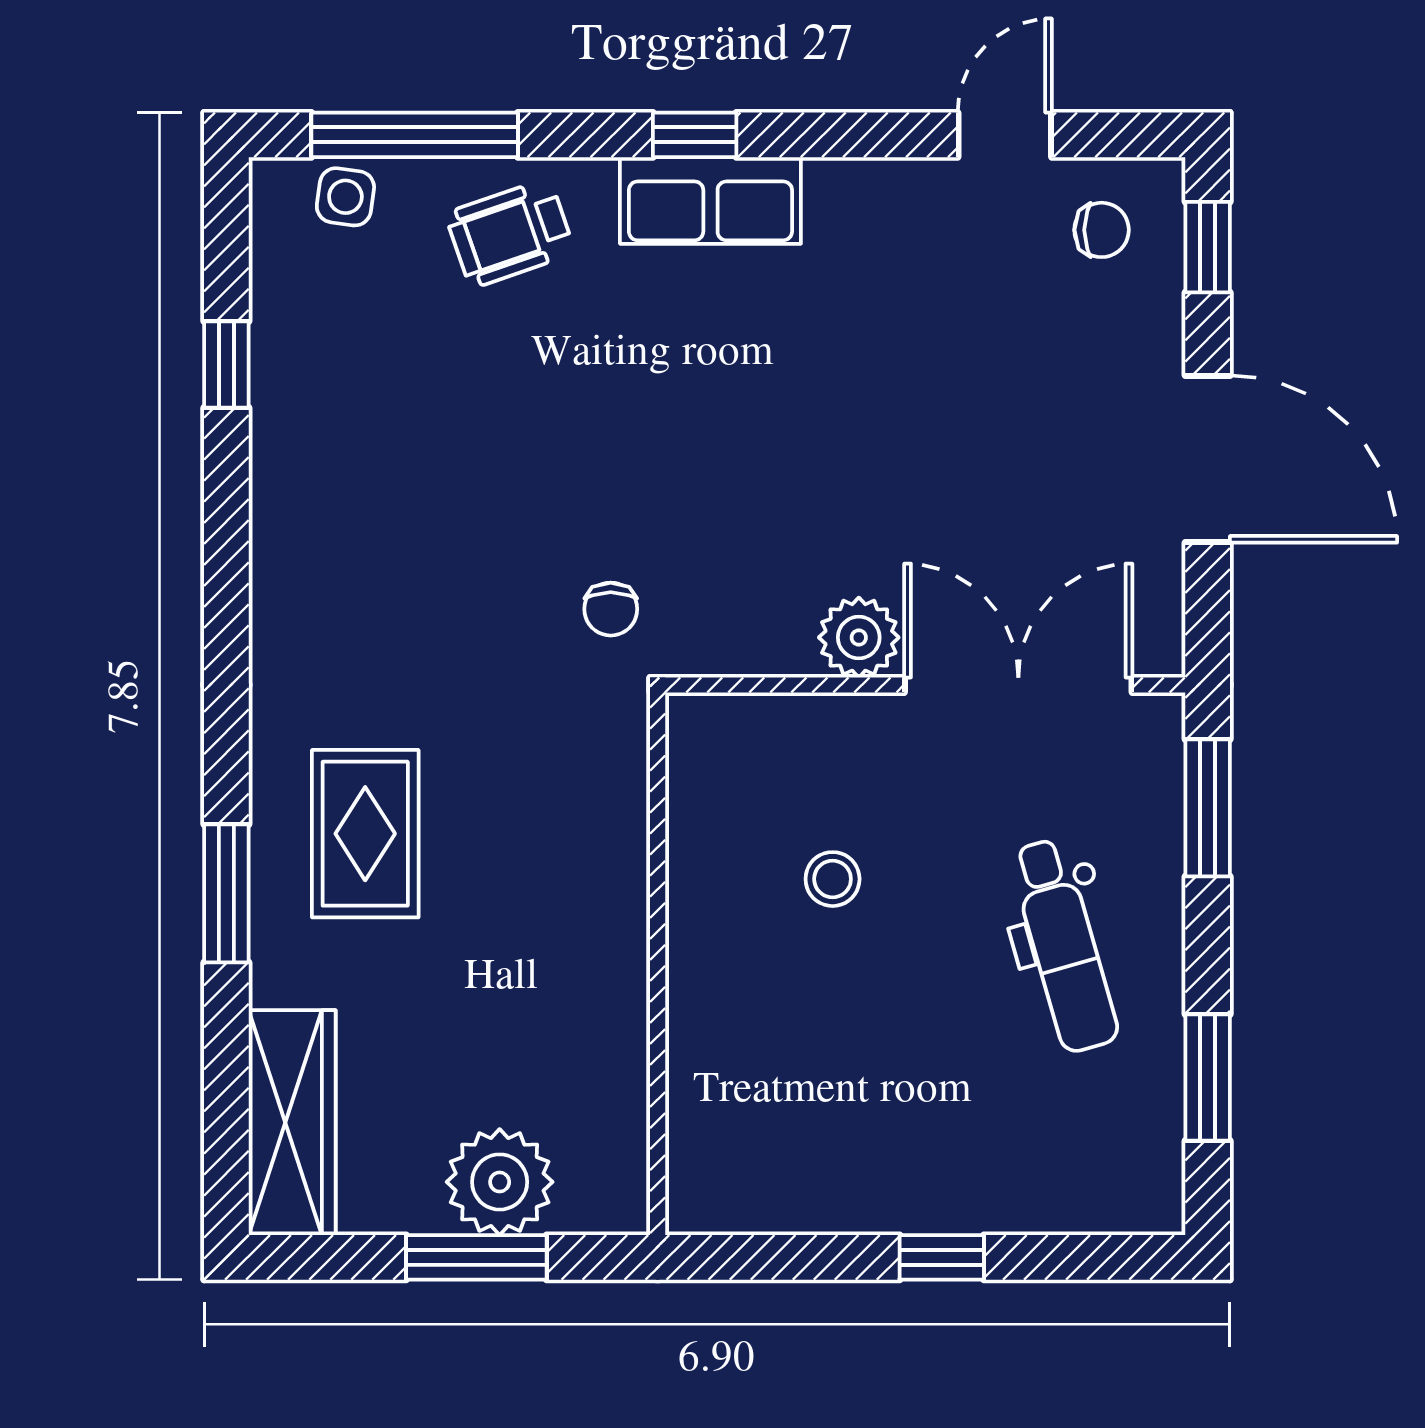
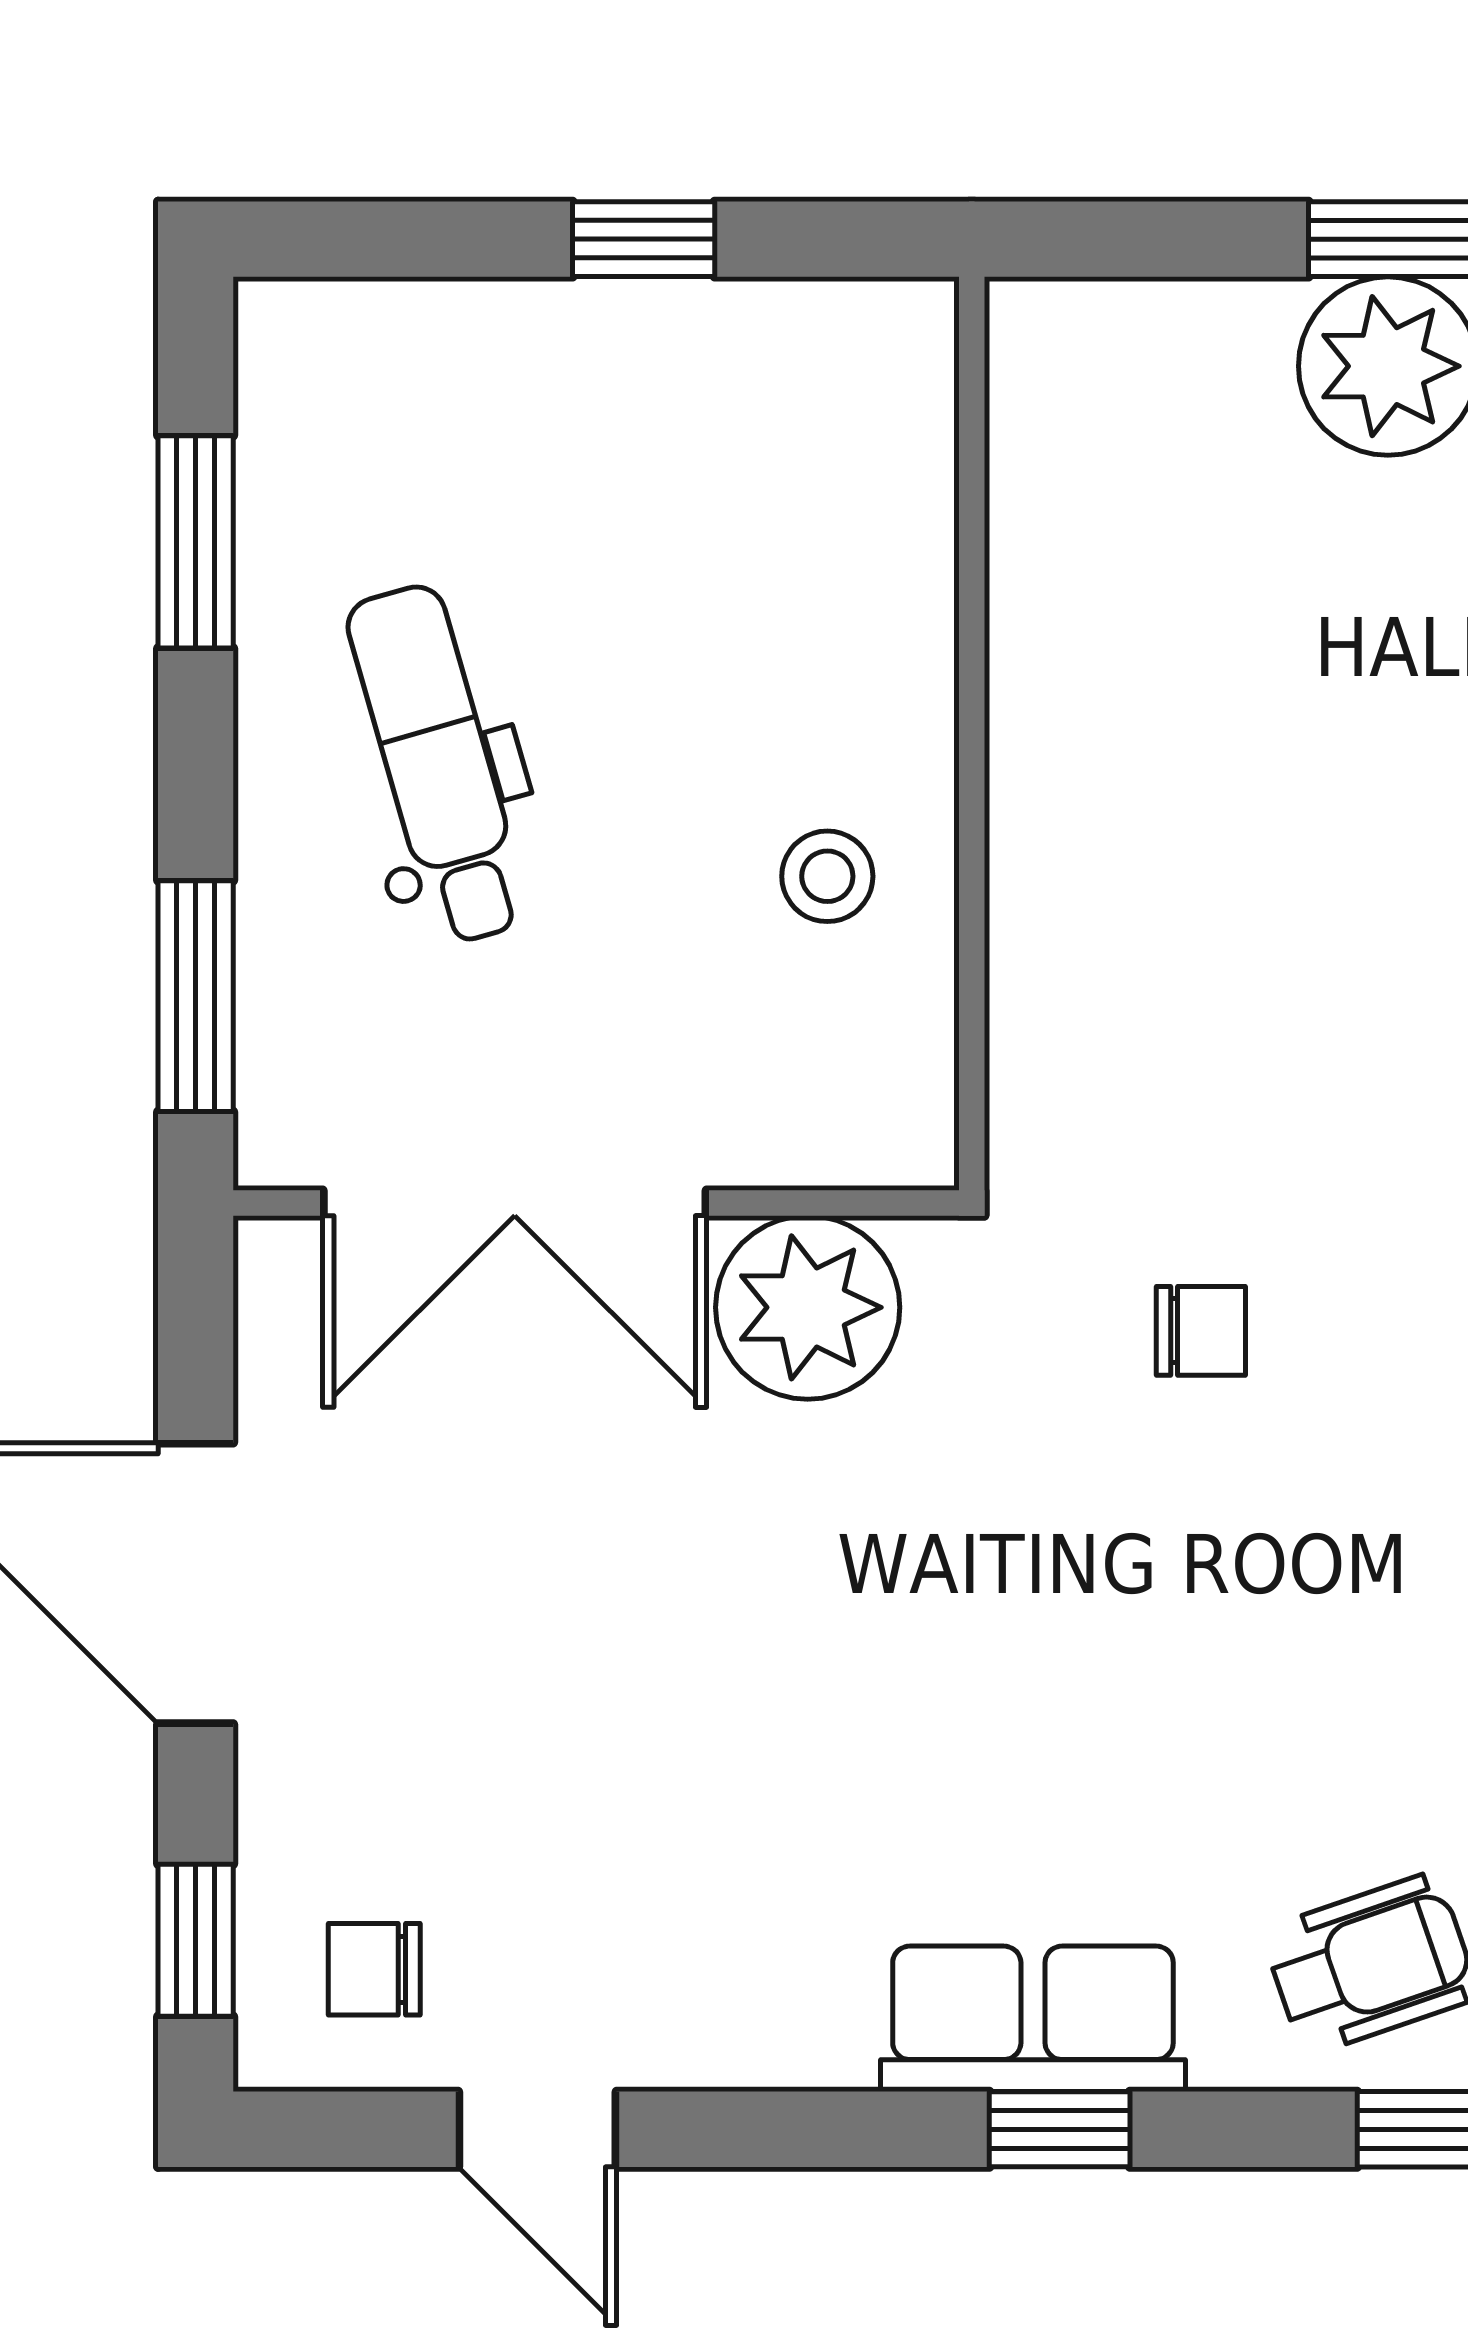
door: (1005, 135) -> (537, 2129), hinge flipped
chair: (611, 609) -> (1201, 1331), turned 90
plant: (859, 637) -> (808, 1307), width x1.36, depth x1.36
wall: (658, 964) -> (972, 734), moved

